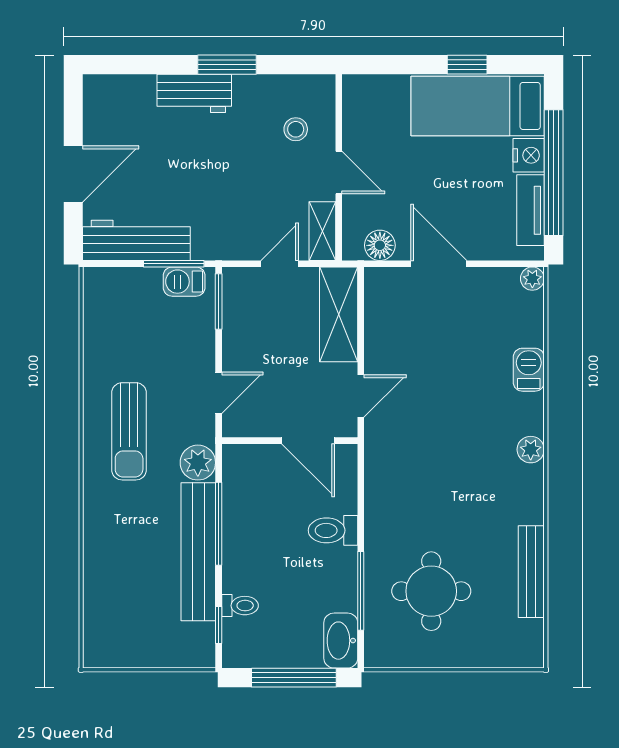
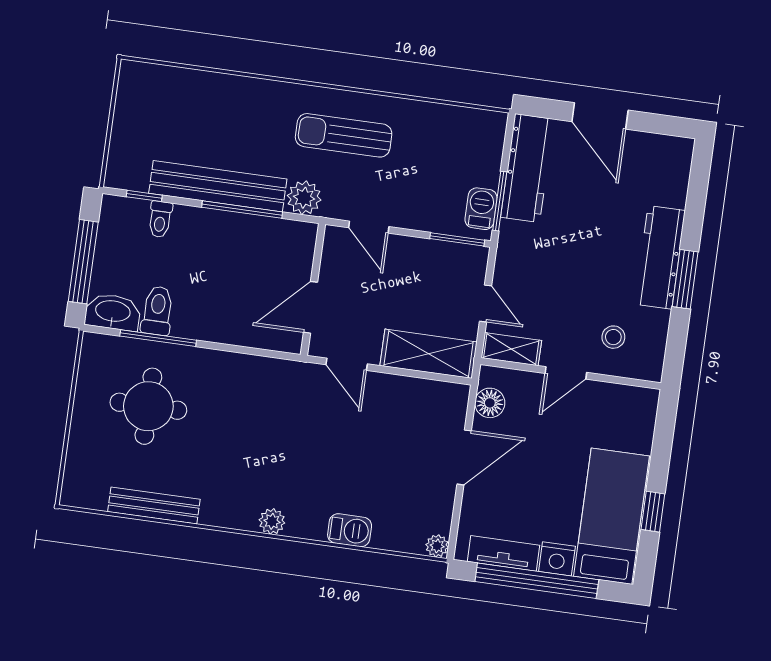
workbench: (194, 93) -> (660, 257), width x1.38
toilet: (333, 530) -> (157, 311), moved

